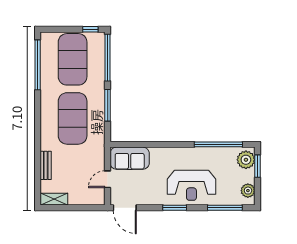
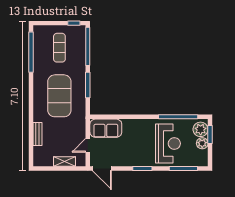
exercise mat: (73, 59) -> (59, 48), width x0.50, depth x0.69
reception desk: (191, 185) -> (168, 143), moved, turned -90
plant: (248, 191) -> (202, 143), moved
shelving: (54, 199) -> (65, 161), moved

